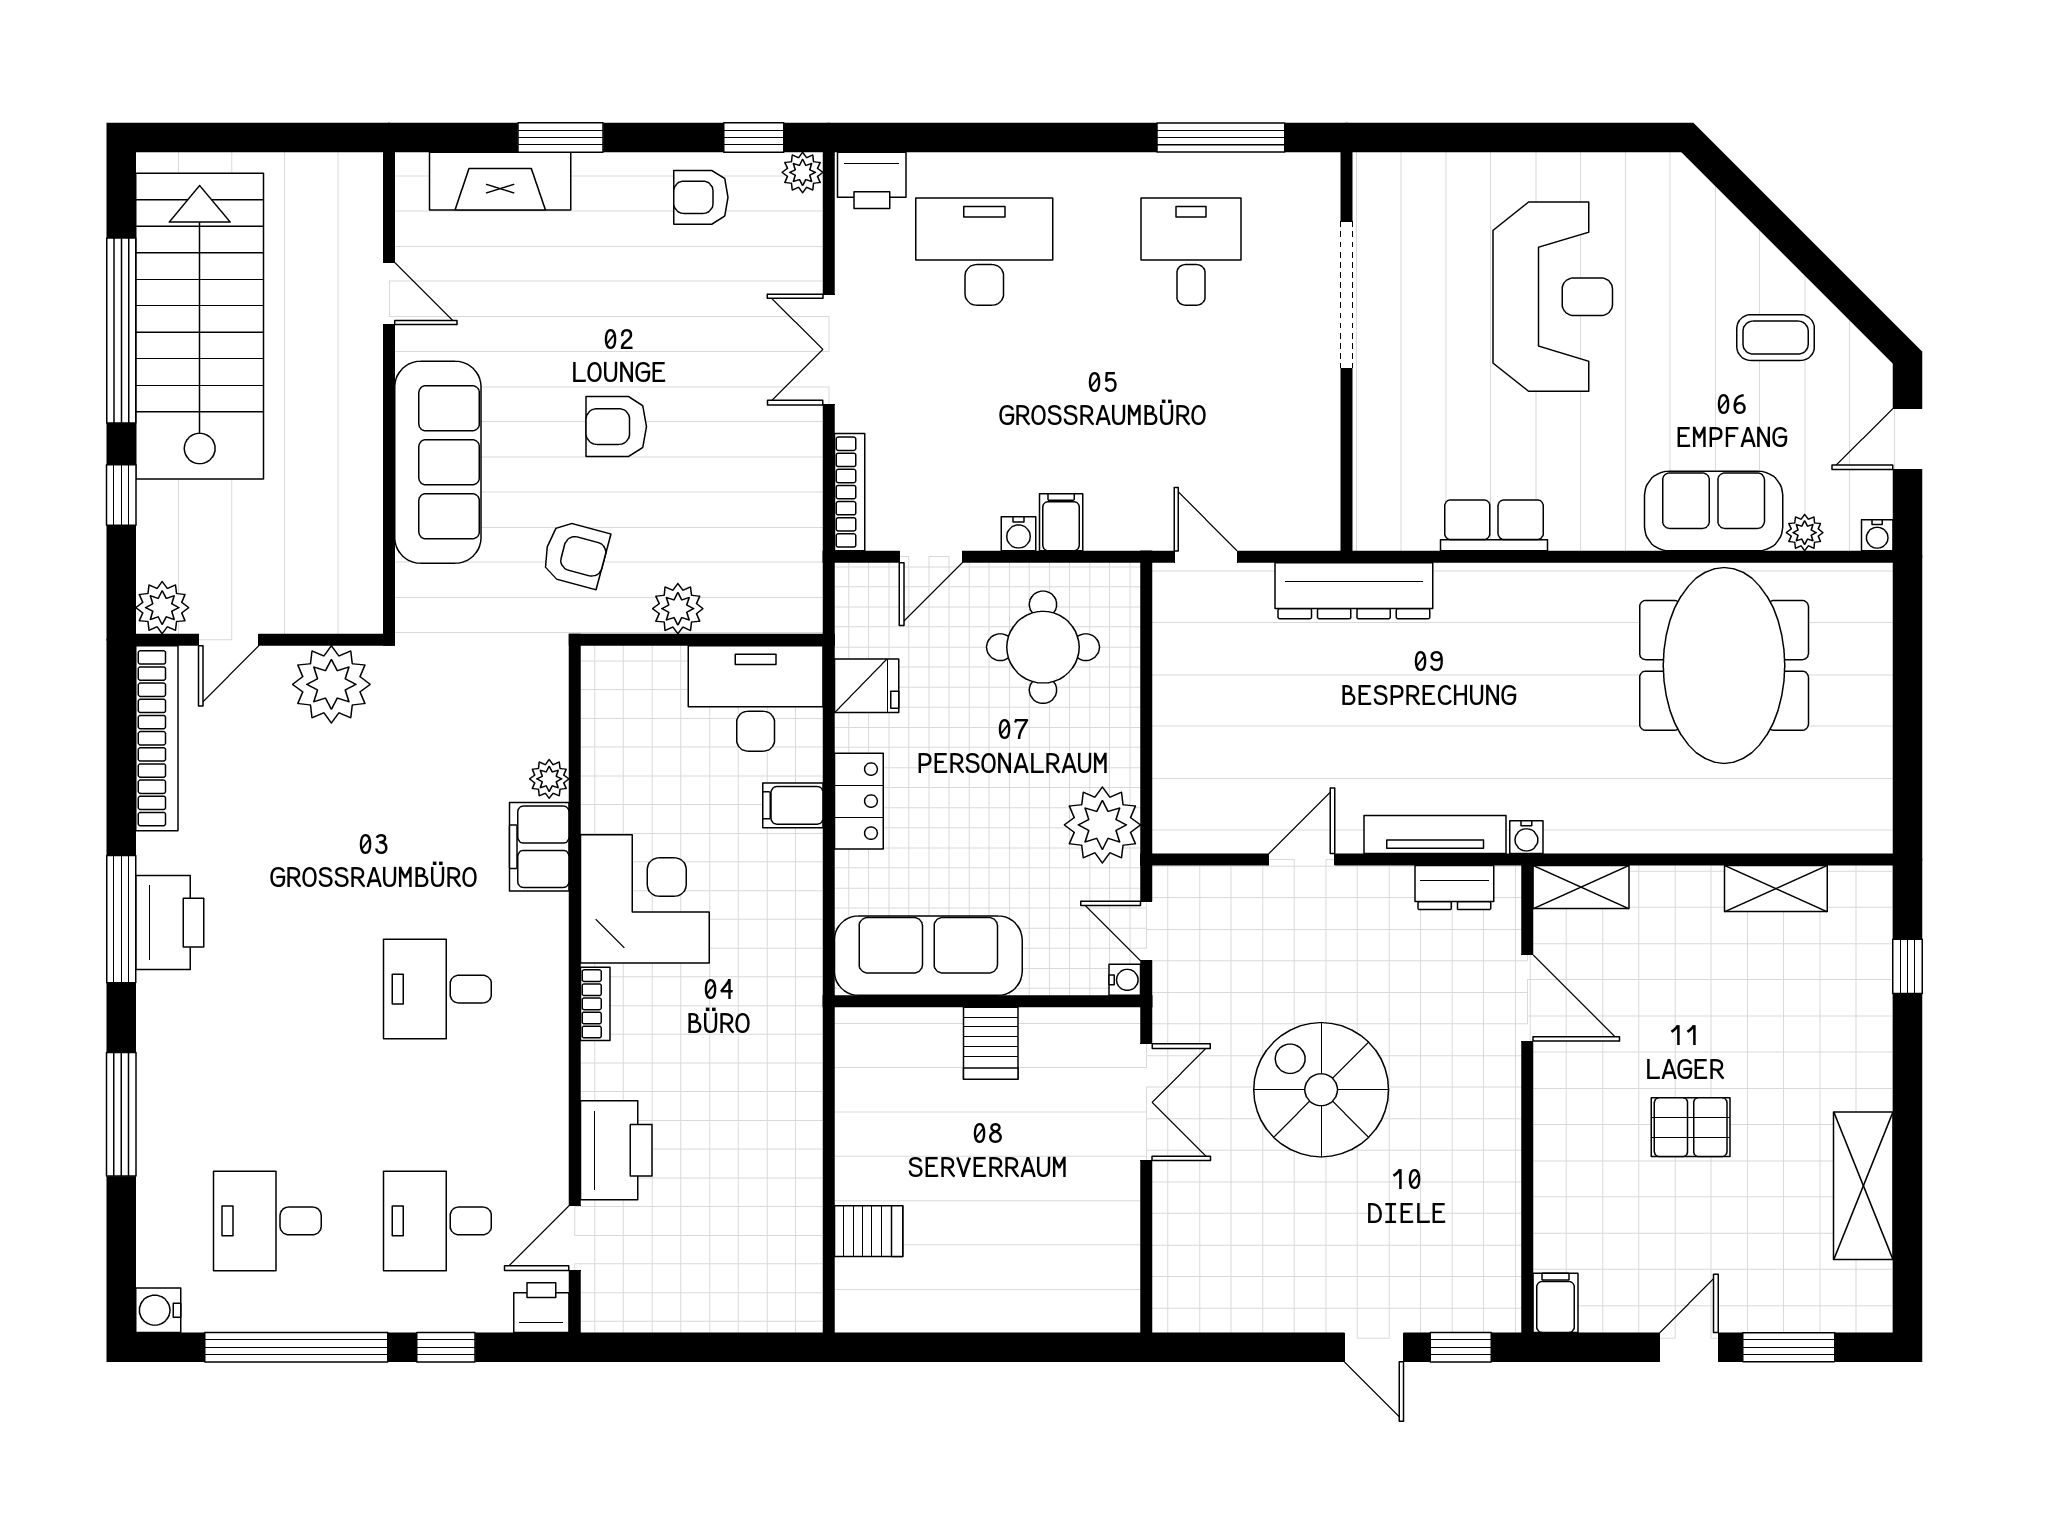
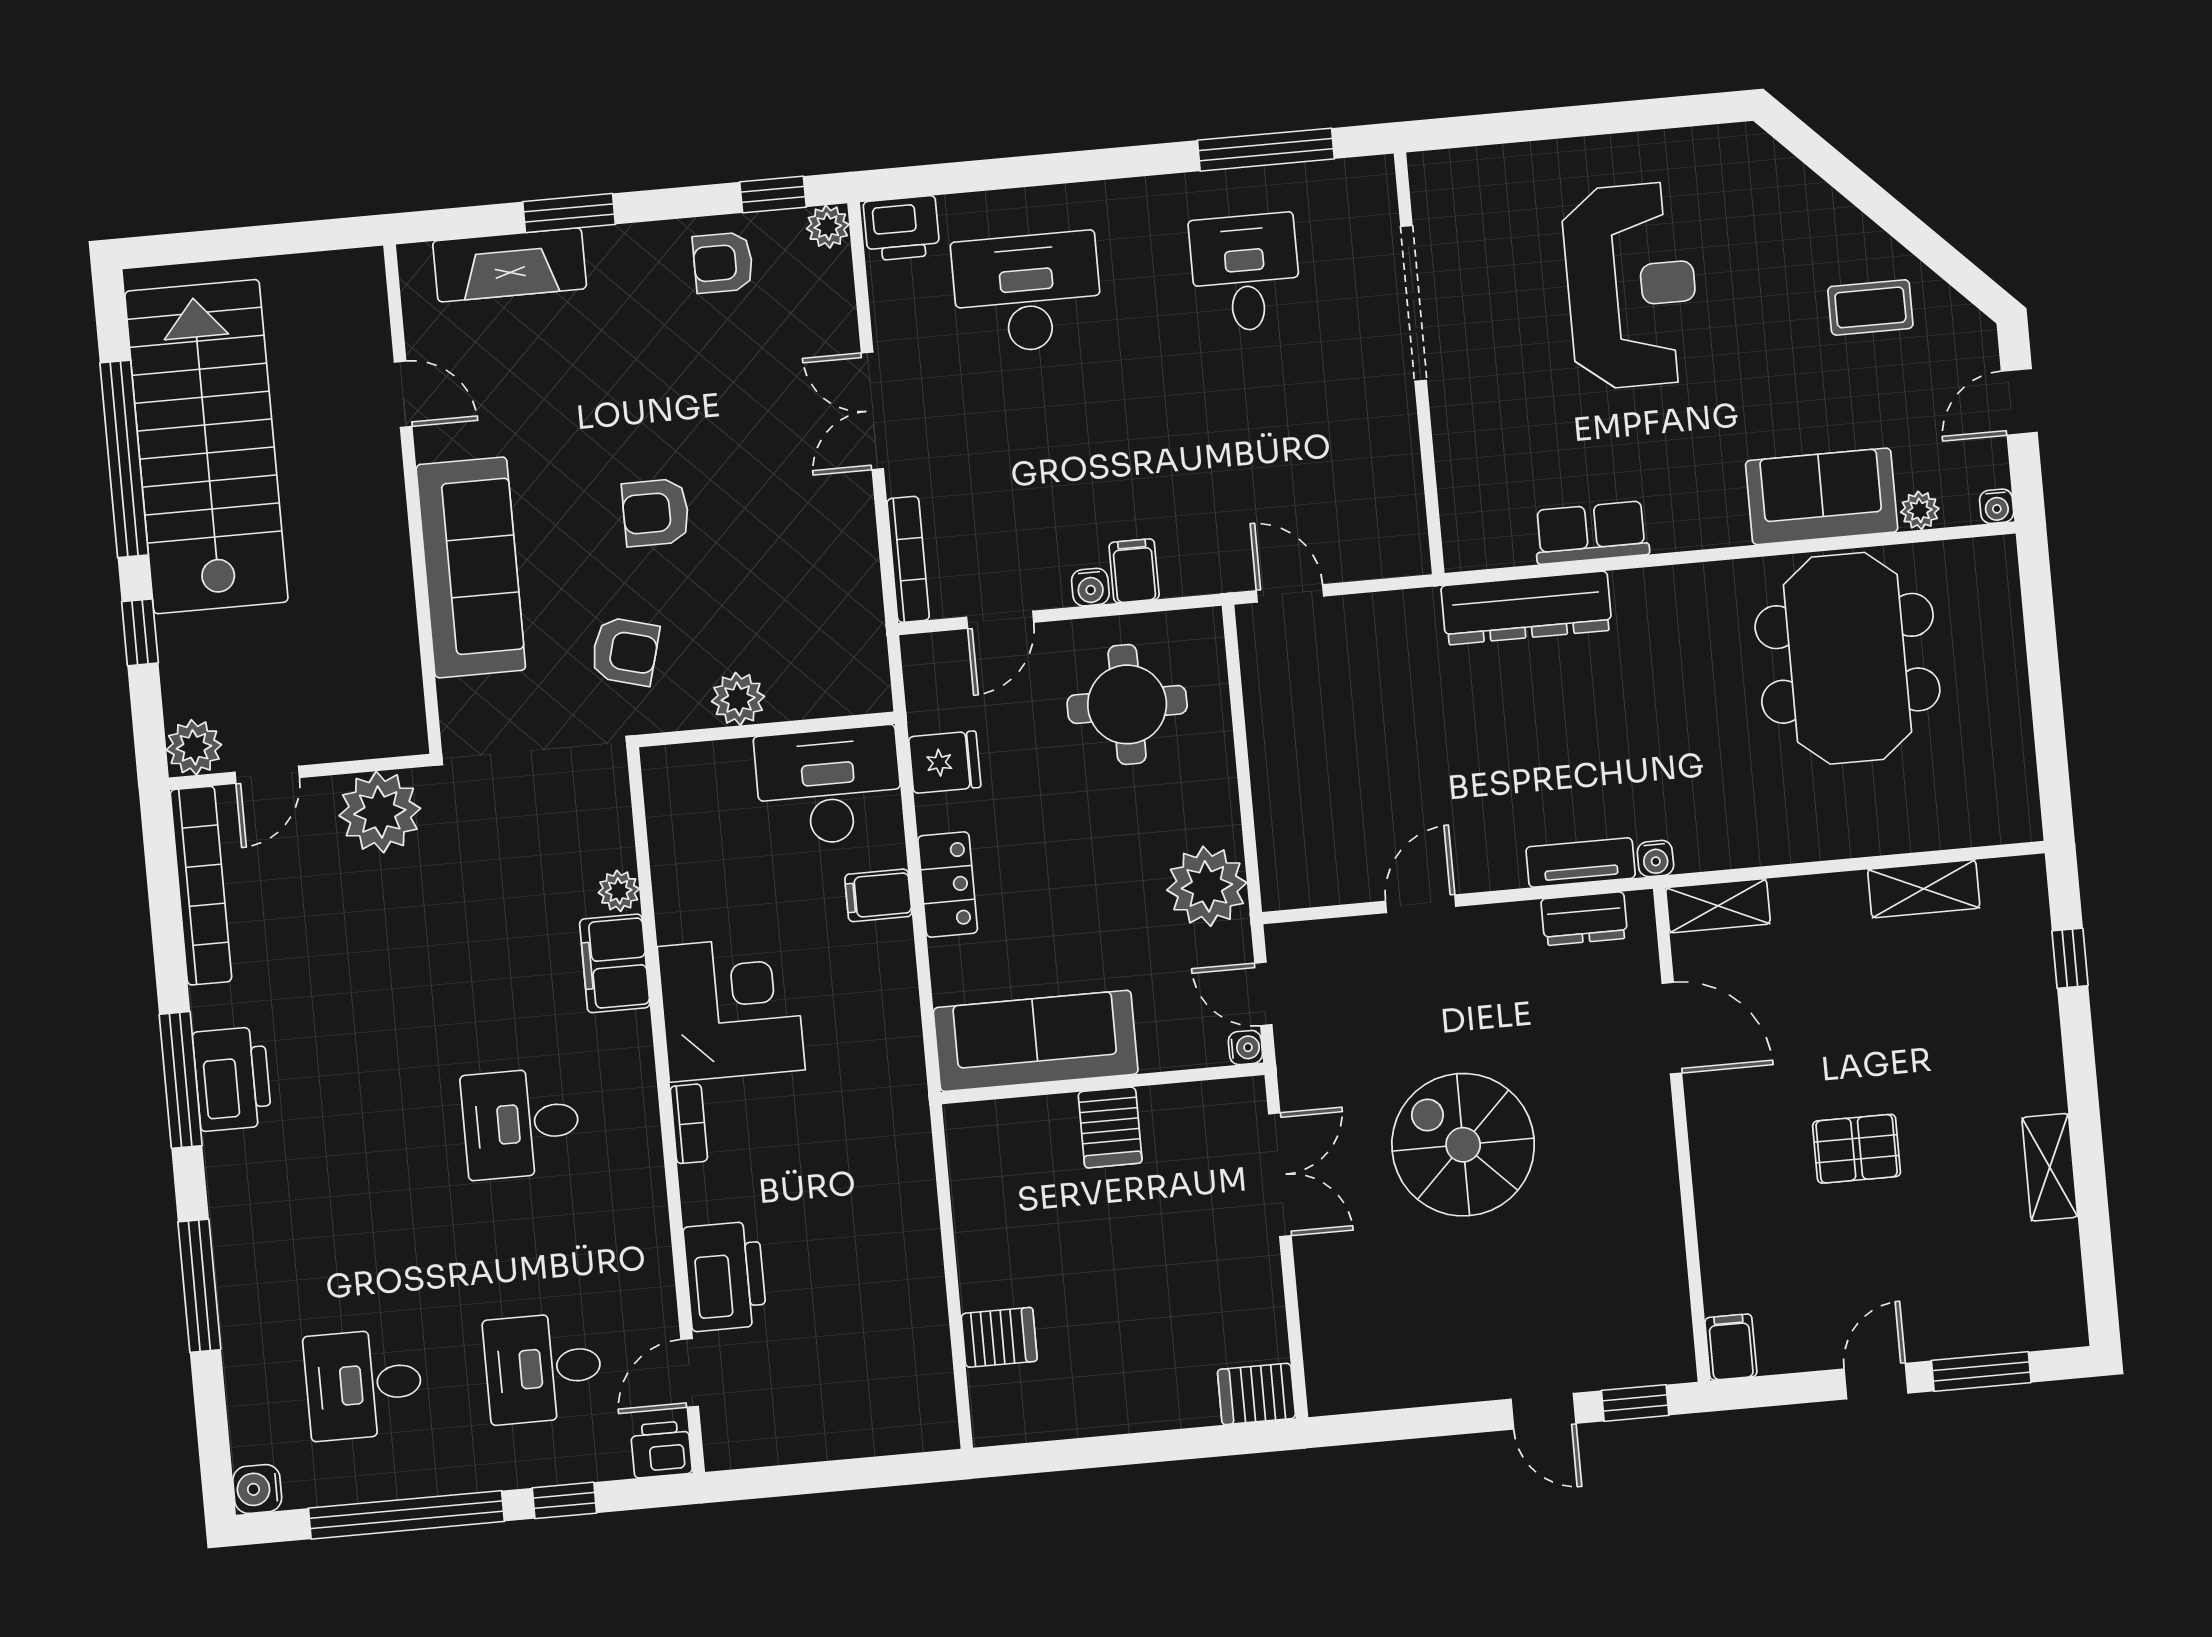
dresser: (1354, 591) -> (1526, 608), moved
tv unit: (1435, 835) -> (1581, 863), width x0.71
shelving: (1863, 1186) -> (2050, 1167), width x0.67, depth x0.75
server rack: (1106, 1306) -> (1256, 1394), added

